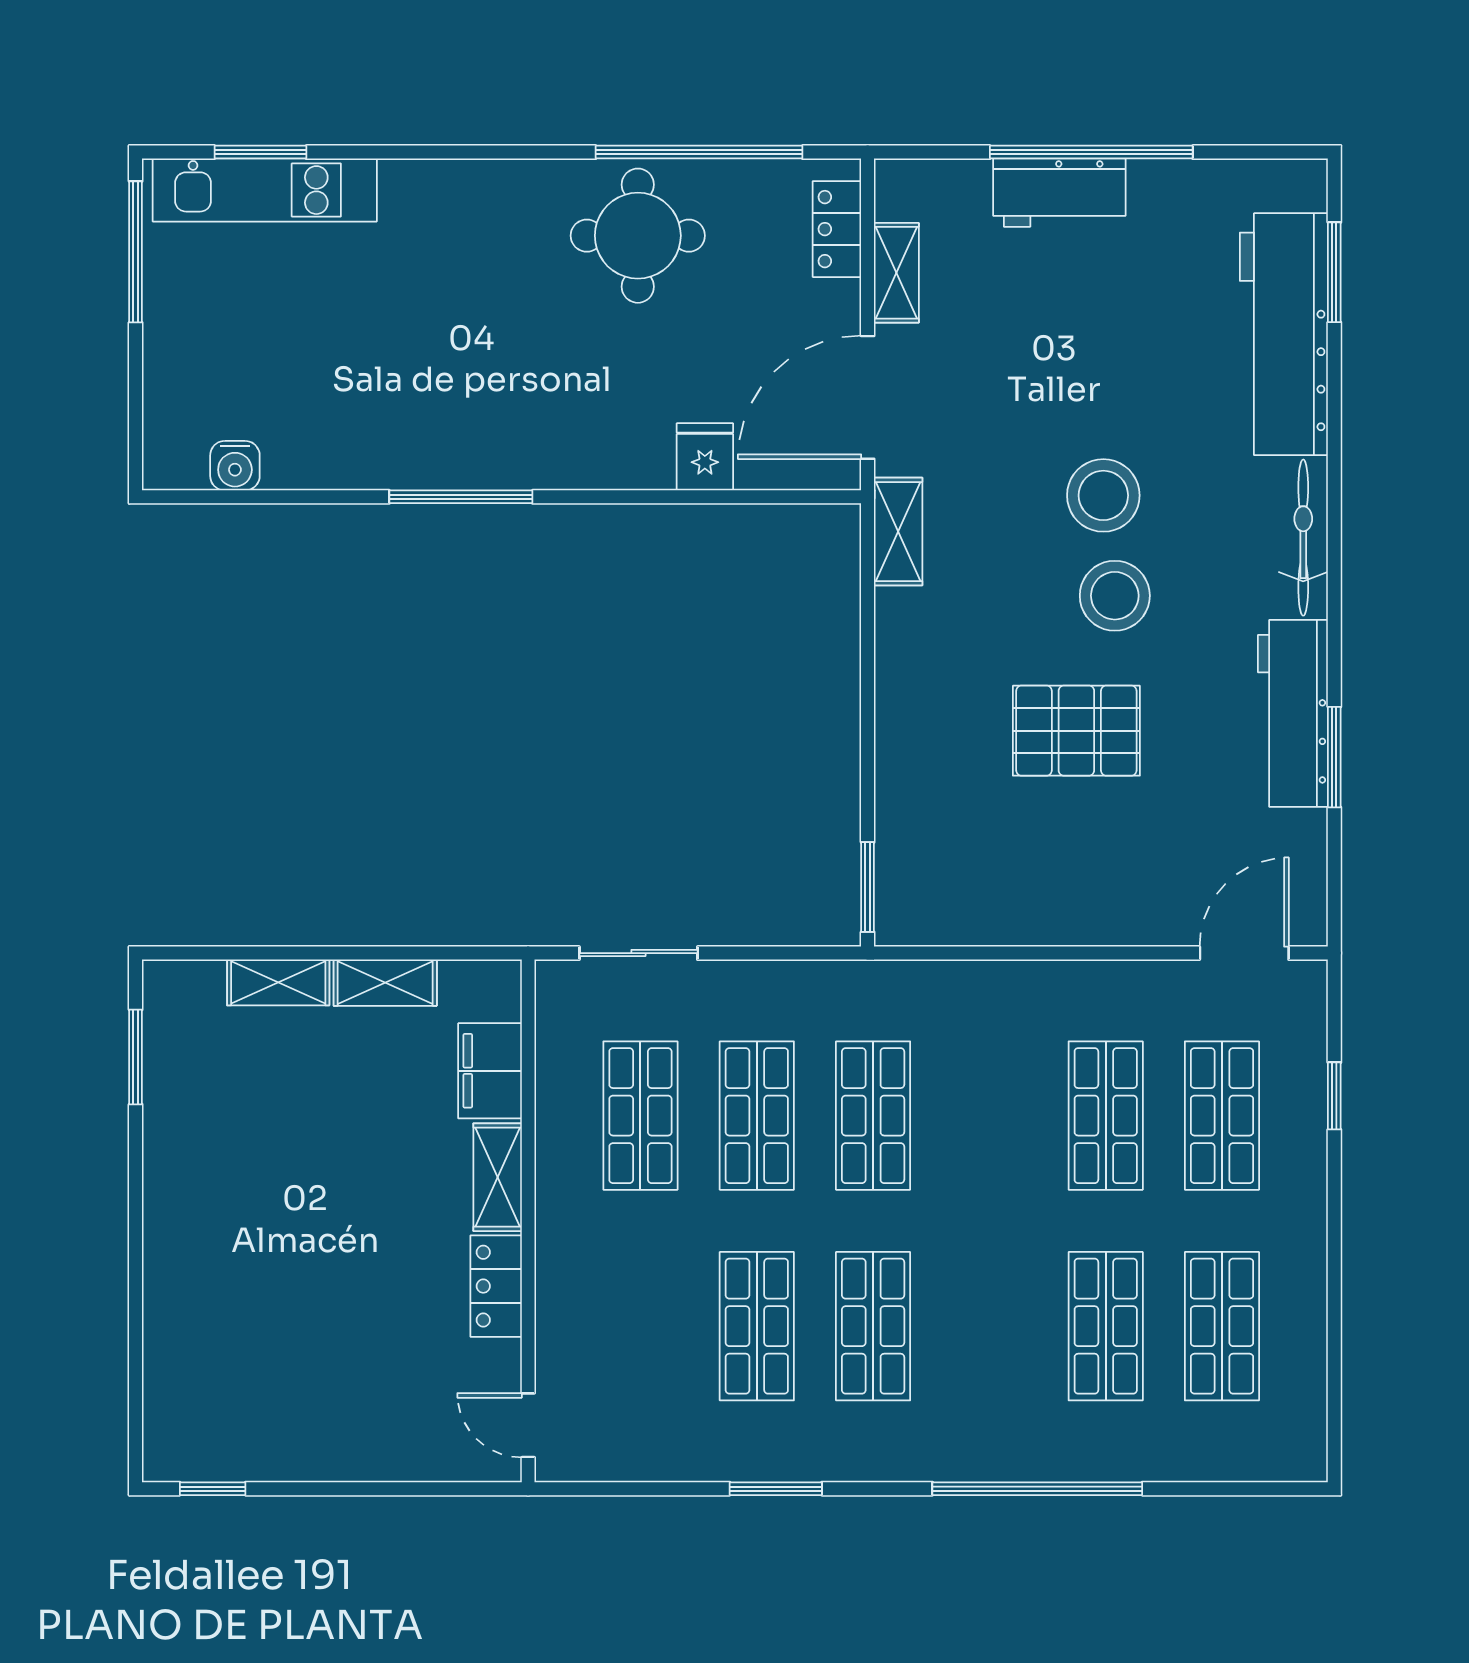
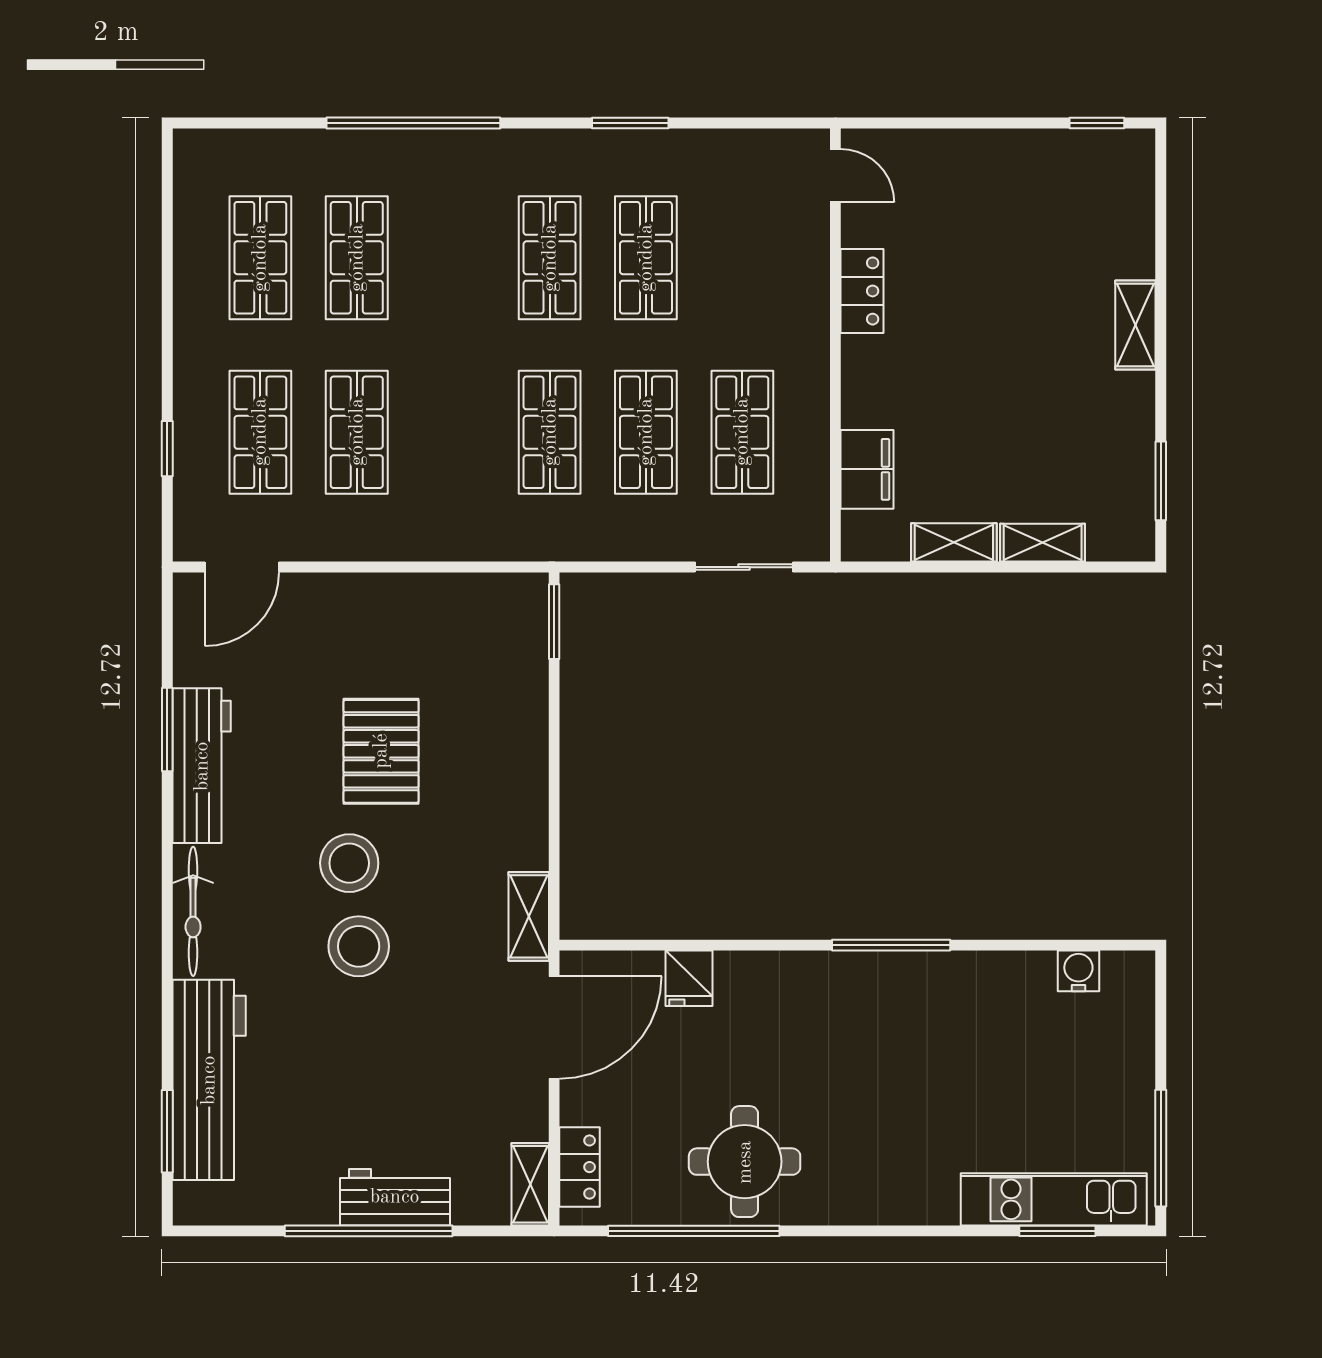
shelving: (896, 273) -> (530, 1184), moved
pallet: (1076, 731) -> (381, 751), turned 90
shelving: (498, 1177) -> (1135, 325), moved

